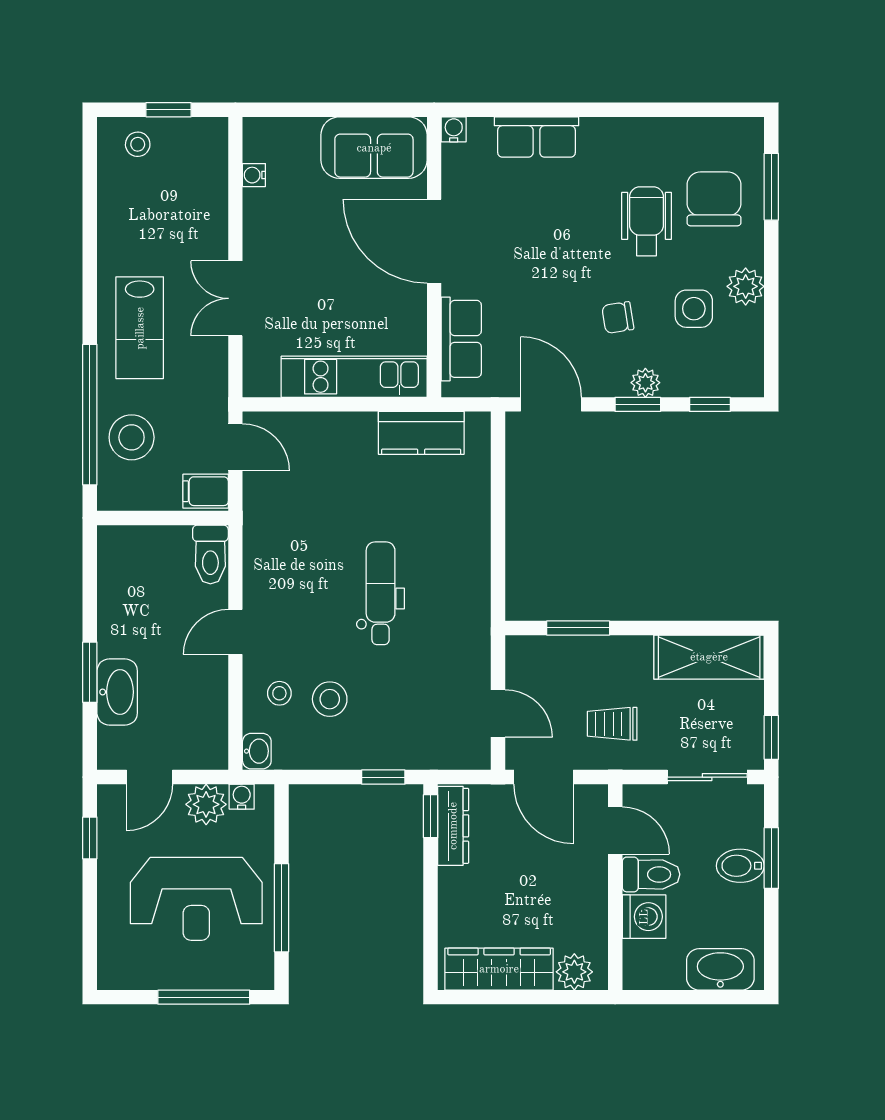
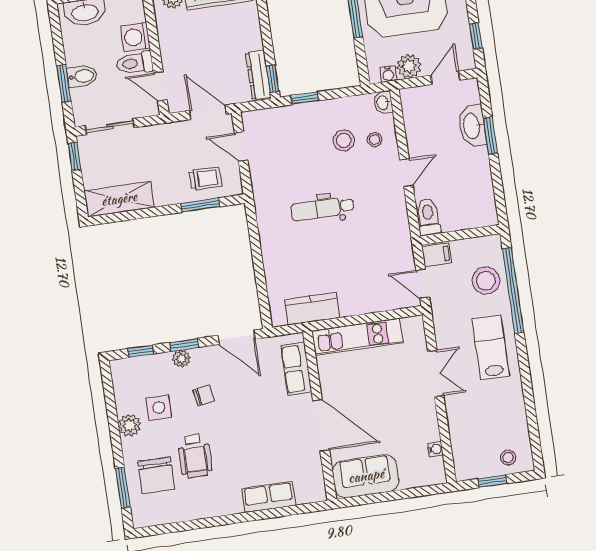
water cooler: (454, 129) -> (319, 494), removed
dental chair: (381, 593) -> (322, 209), turned 90
trolley: (612, 724) -> (205, 178), moved

